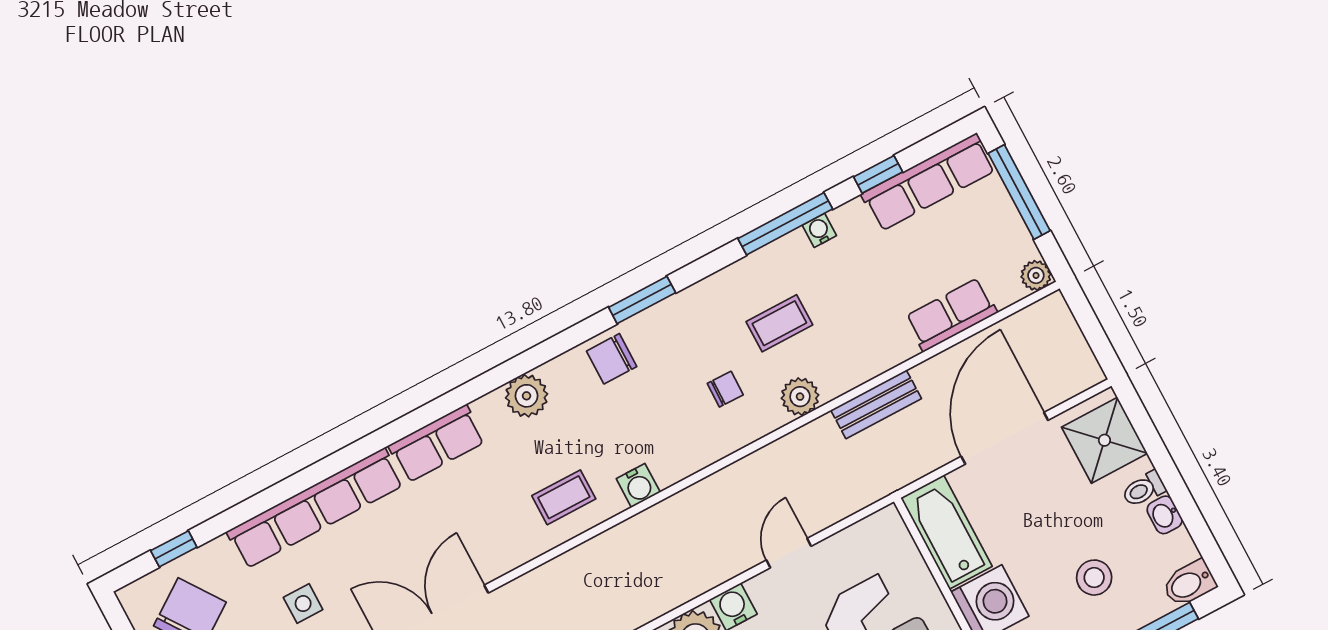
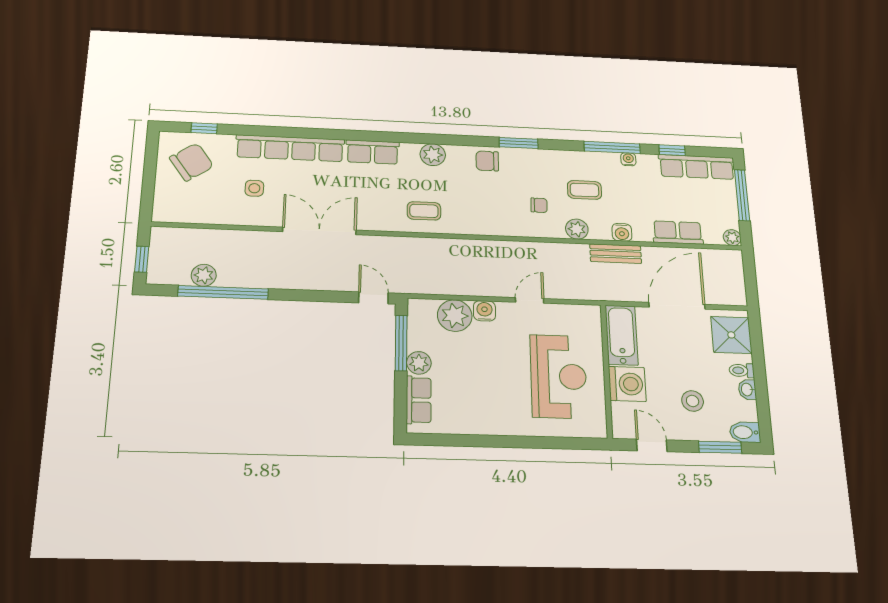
water cooler: (638, 485) -> (622, 232), moved

